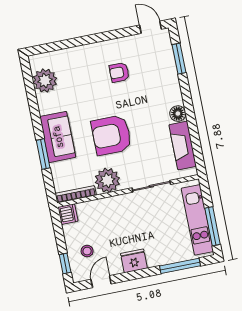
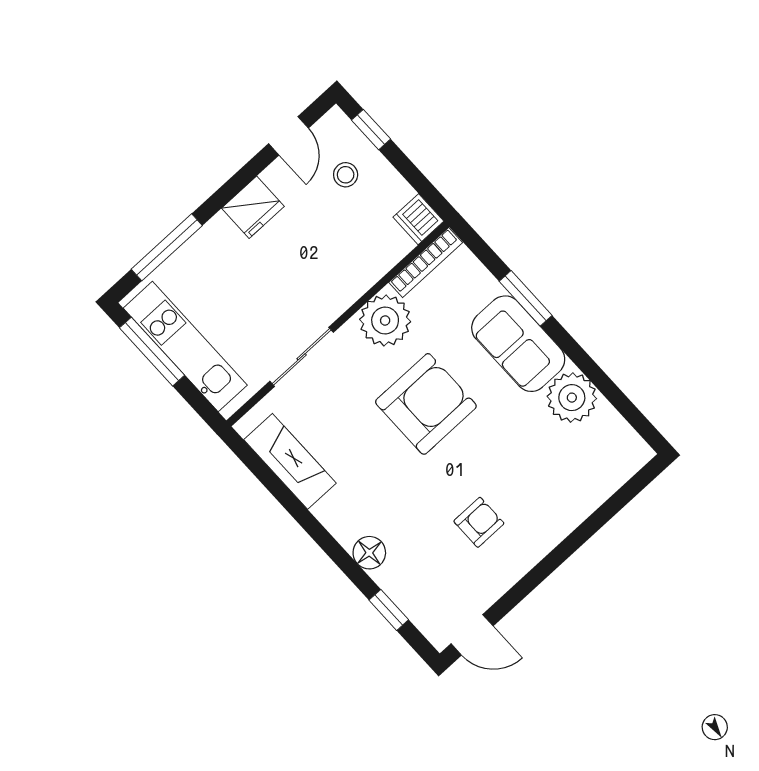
window: (179, 59) -> (389, 610), width x0.67
plant: (45, 81) -> (572, 398), moved
floor lamp: (178, 114) -> (369, 553), moved

